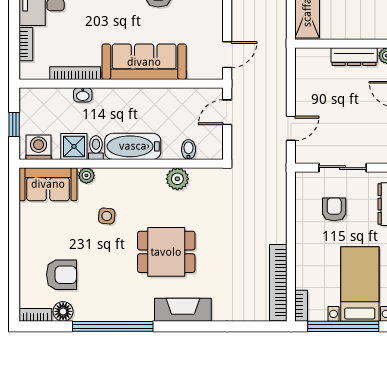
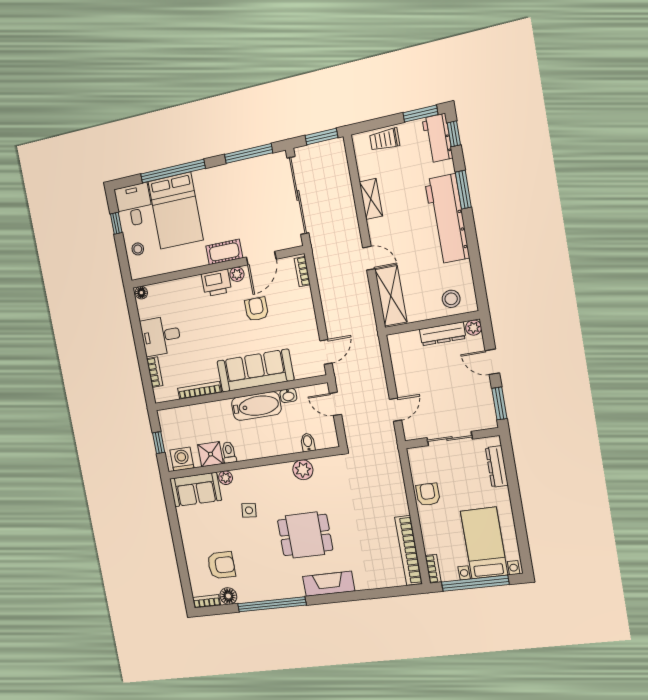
stool: (369, 22) -> (451, 299), added
washbasin: (83, 95) -> (288, 396), moved
door: (227, 112) -> (335, 404), hinge flipped
bathtub: (133, 146) -> (256, 406), moved, turned 180
armchair: (334, 209) -> (428, 494), moved

